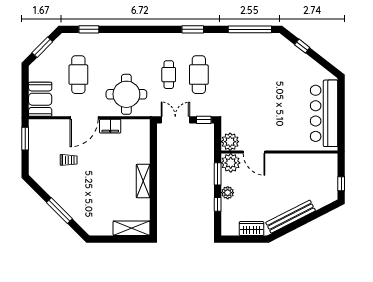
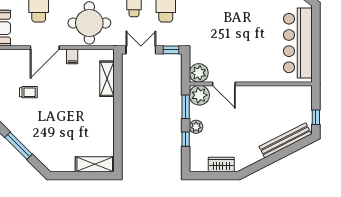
filing cabinet: (110, 126) -> (72, 57), width x0.50
shelving: (143, 181) -> (107, 79), moved
bench: (291, 217) -> (285, 140), moved

